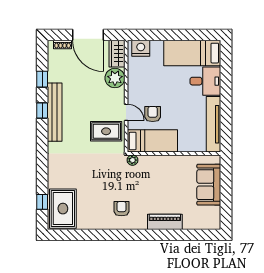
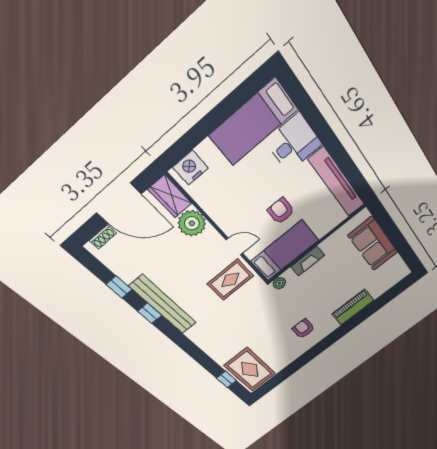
armchair: (153, 114) -> (281, 211), moved
fireplace: (161, 160) -> (308, 261), added

